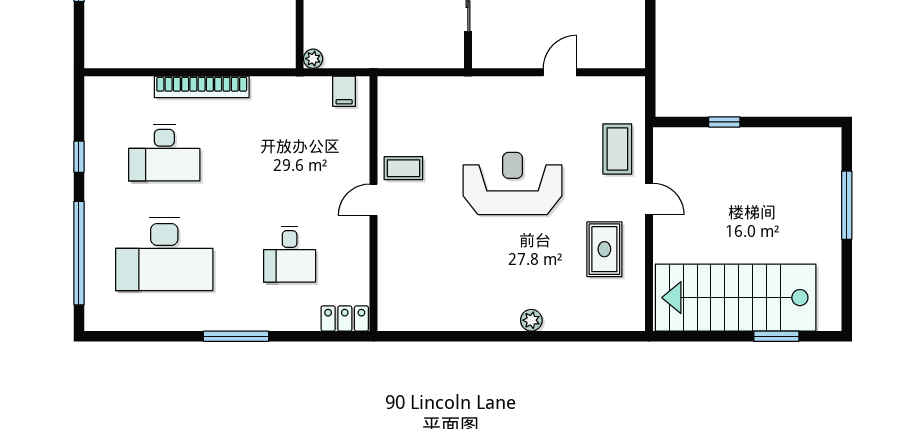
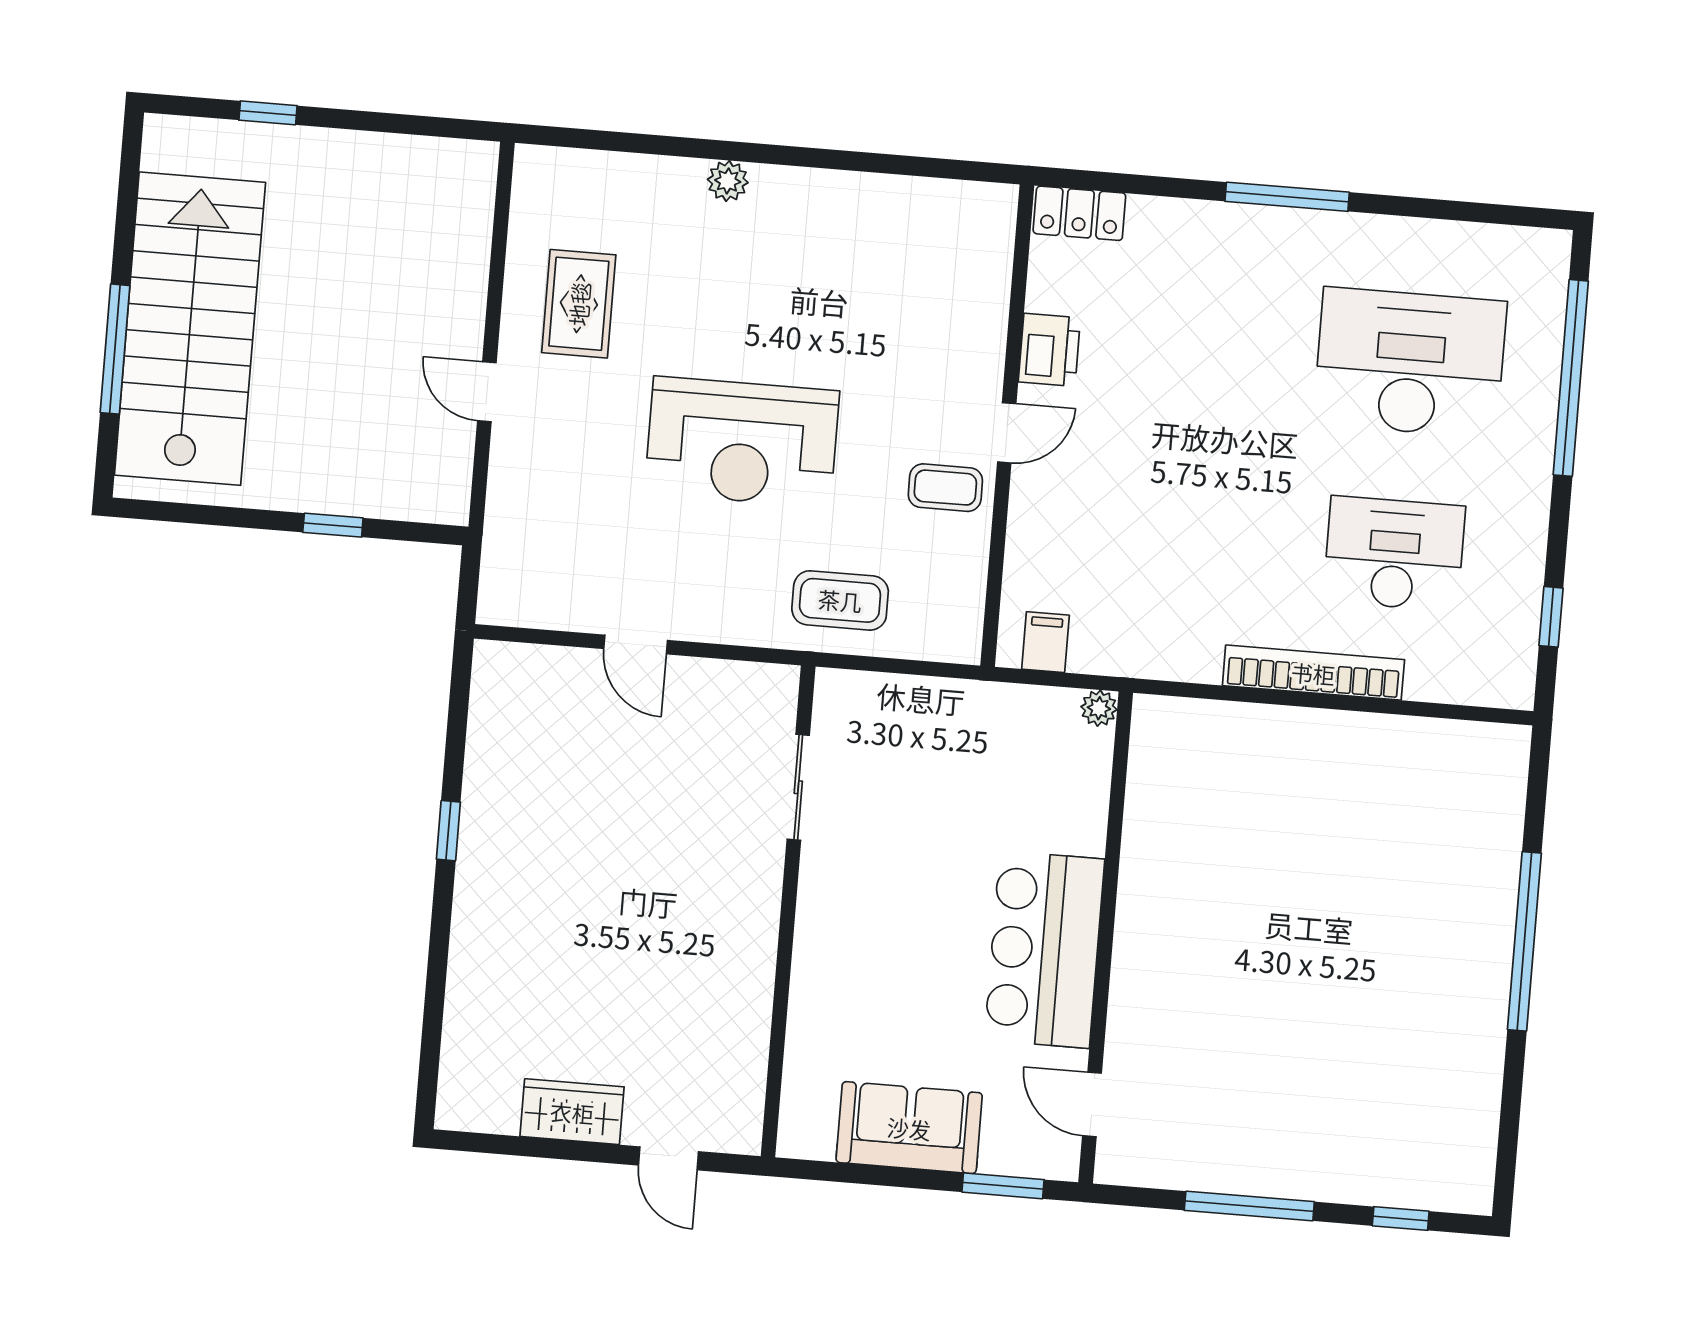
door: (560, 72) -> (636, 645), hinge flipped
coffee table: (617, 149) -> (840, 600), moved, turned 90
window: (79, 157) -> (1551, 617), moved
printer: (355, 245) -> (1049, 350), added
desk: (290, 254) -> (1174, 343), removed
stairs: (736, 298) -> (190, 329), moved, turned -90
window: (776, 336) -> (268, 113), width x0.67

